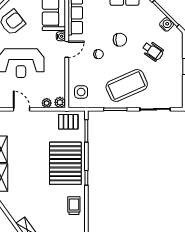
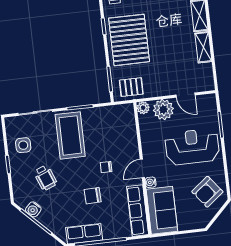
chair: (120, 40) -> (93, 196), moved
wheelchair: (153, 51) -> (45, 178), turned -147
coffee table: (127, 85) -> (70, 135), turned -66
side table: (81, 92) -> (23, 145), moved
plant: (47, 103) -> (163, 110), width x1.88, depth x1.88

